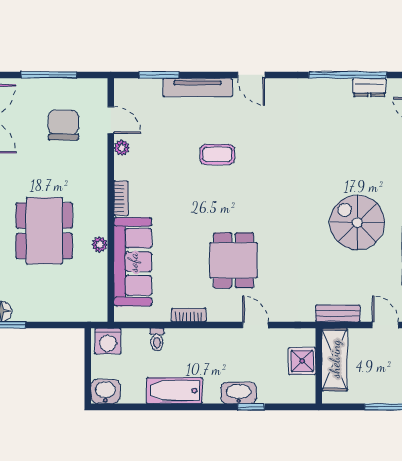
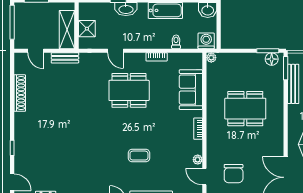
spiral stairs: (357, 223) -> (53, 114), removed
dining table: (44, 231) -> (245, 109), turned 90
plant: (100, 244) -> (211, 58), moved
dining table: (234, 260) -> (129, 90), width x1.38
sofa: (133, 262) -> (191, 90), width x0.73

